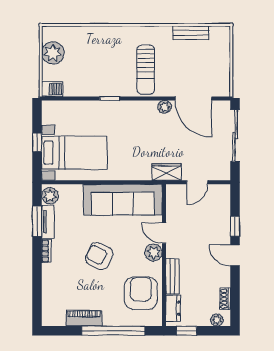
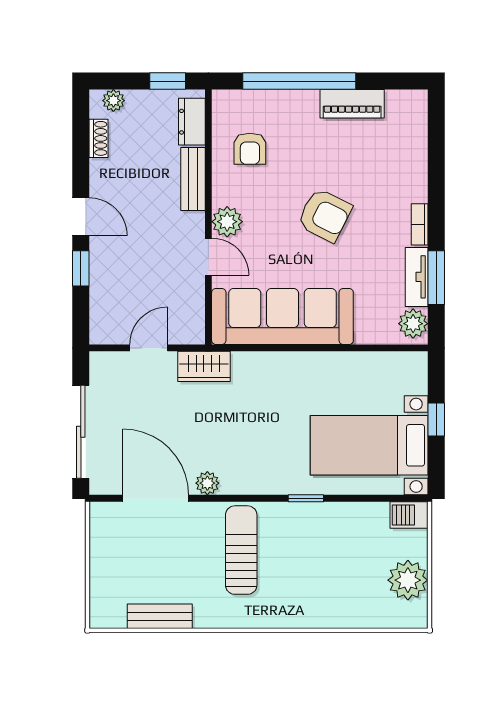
bed with nightstands: (74, 153) -> (369, 445), moved
armchair: (141, 293) -> (250, 149), width x0.53, depth x0.53

